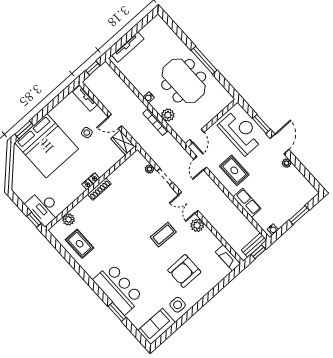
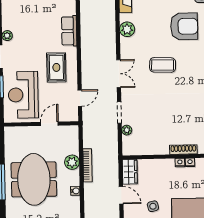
door: (197, 136) -> (49, 124), moved
plant: (197, 225) -> (127, 29), moved
armchair: (184, 271) -> (184, 26), moved

